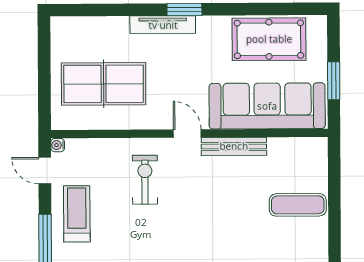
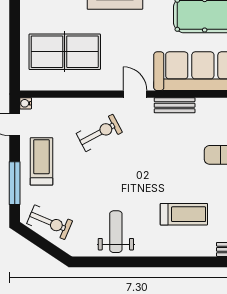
bench: (234, 146) -> (175, 105), width x0.73
exercise bike: (145, 180) -> (99, 133), turned 62

